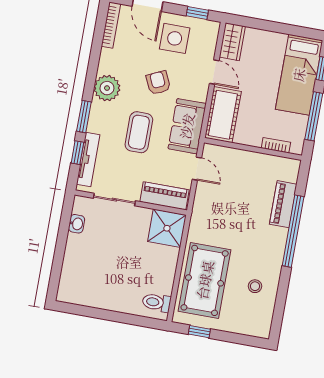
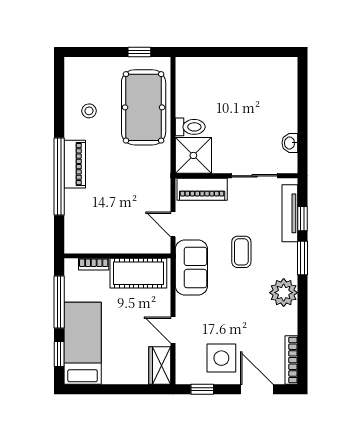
armchair: (158, 83) -> (230, 308), removed
cot: (223, 115) -> (138, 273), moved, turned 90
coffee table: (139, 132) -> (241, 252), width x0.73, depth x0.77
piano: (283, 204) -> (75, 164), moved
toilet: (157, 302) -> (190, 127), moved

